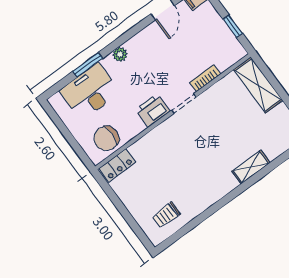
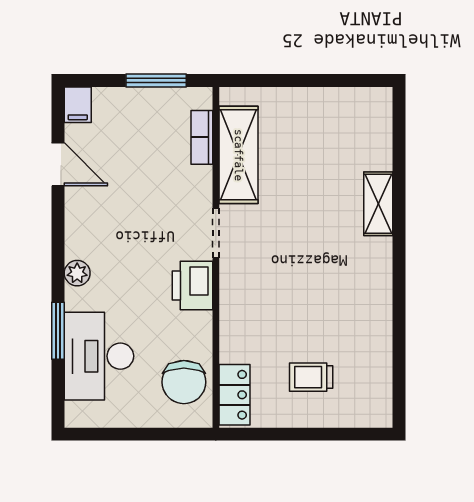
window: (233, 26) -> (156, 81), width x1.50
bookcase: (205, 78) -> (202, 137), moved
shelving: (258, 85) -> (238, 155), moved, turned 90
trolley: (166, 215) -> (311, 377), moved, turned 90

